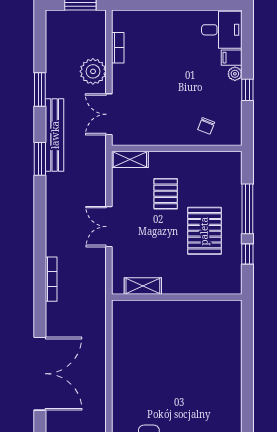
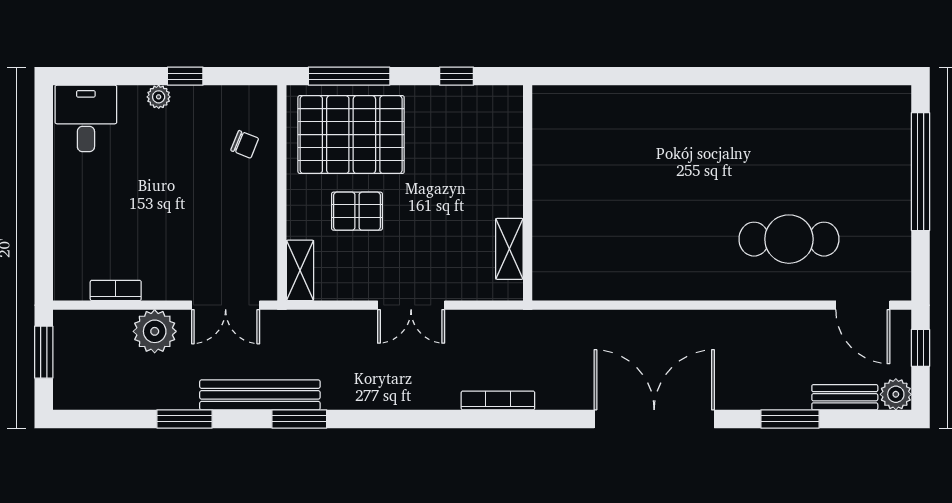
filing cabinet: (232, 58) -> (132, 102), removed
window: (247, 209) -> (349, 76), moved
pallet: (204, 231) -> (351, 135), moved, width x1.37, depth x1.41

